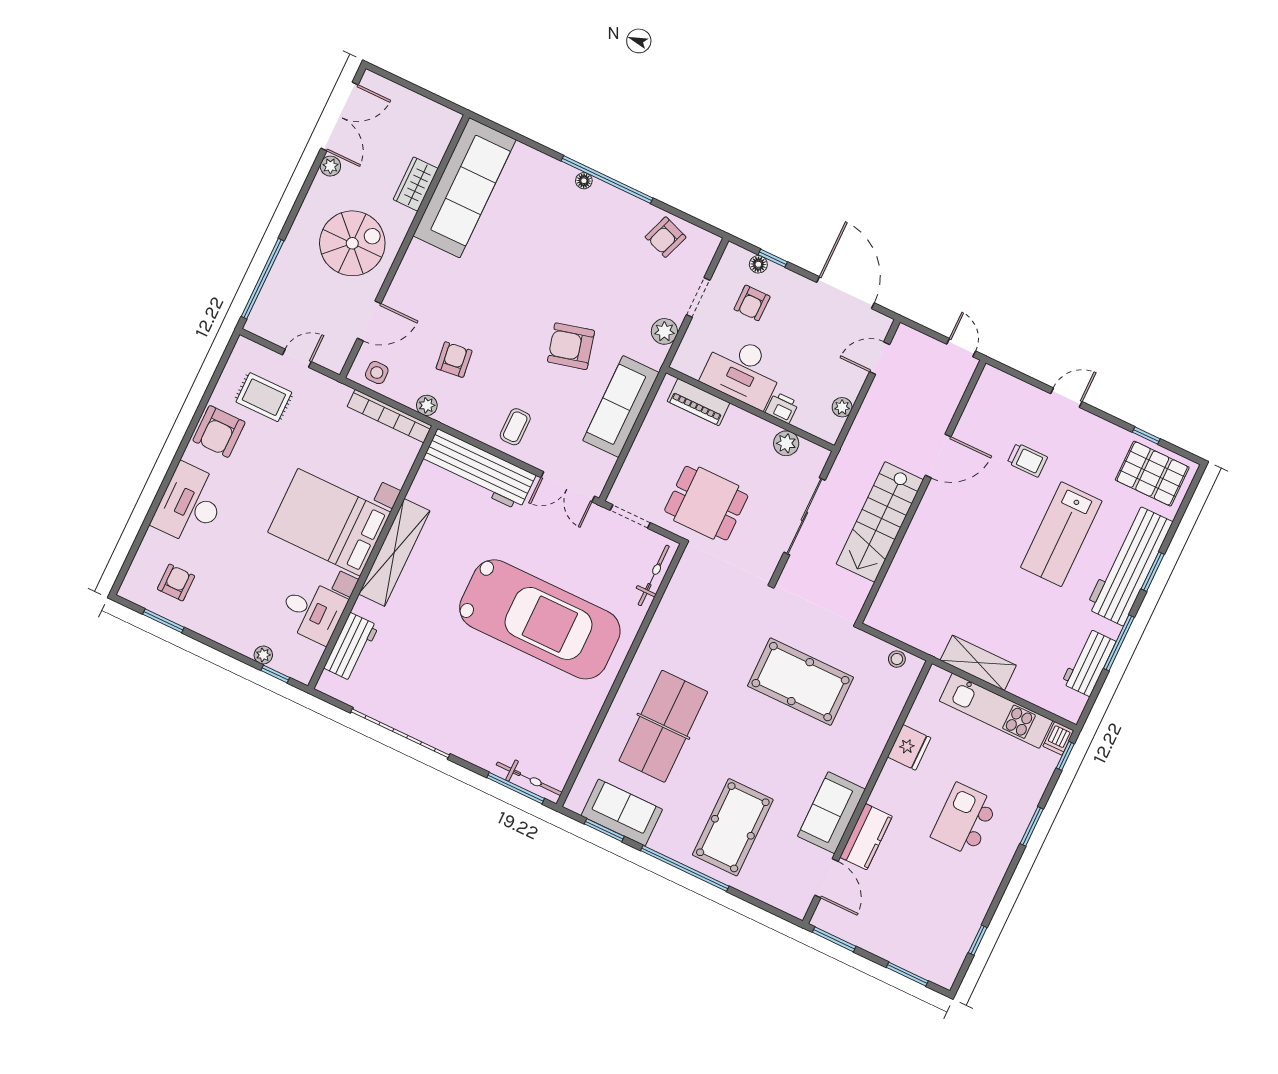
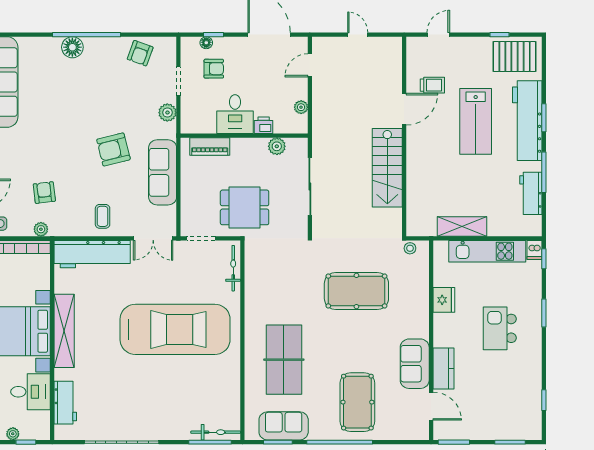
floor lamp: (584, 181) -> (72, 47), width x1.89, depth x1.89
armchair: (752, 303) -> (214, 69), turned -90
desk: (743, 371) -> (235, 114), width x0.73
door: (938, 456) -> (404, 109), moved
wall: (921, 492) -> (404, 136), moved
stairs: (880, 522) -> (387, 168), moved

